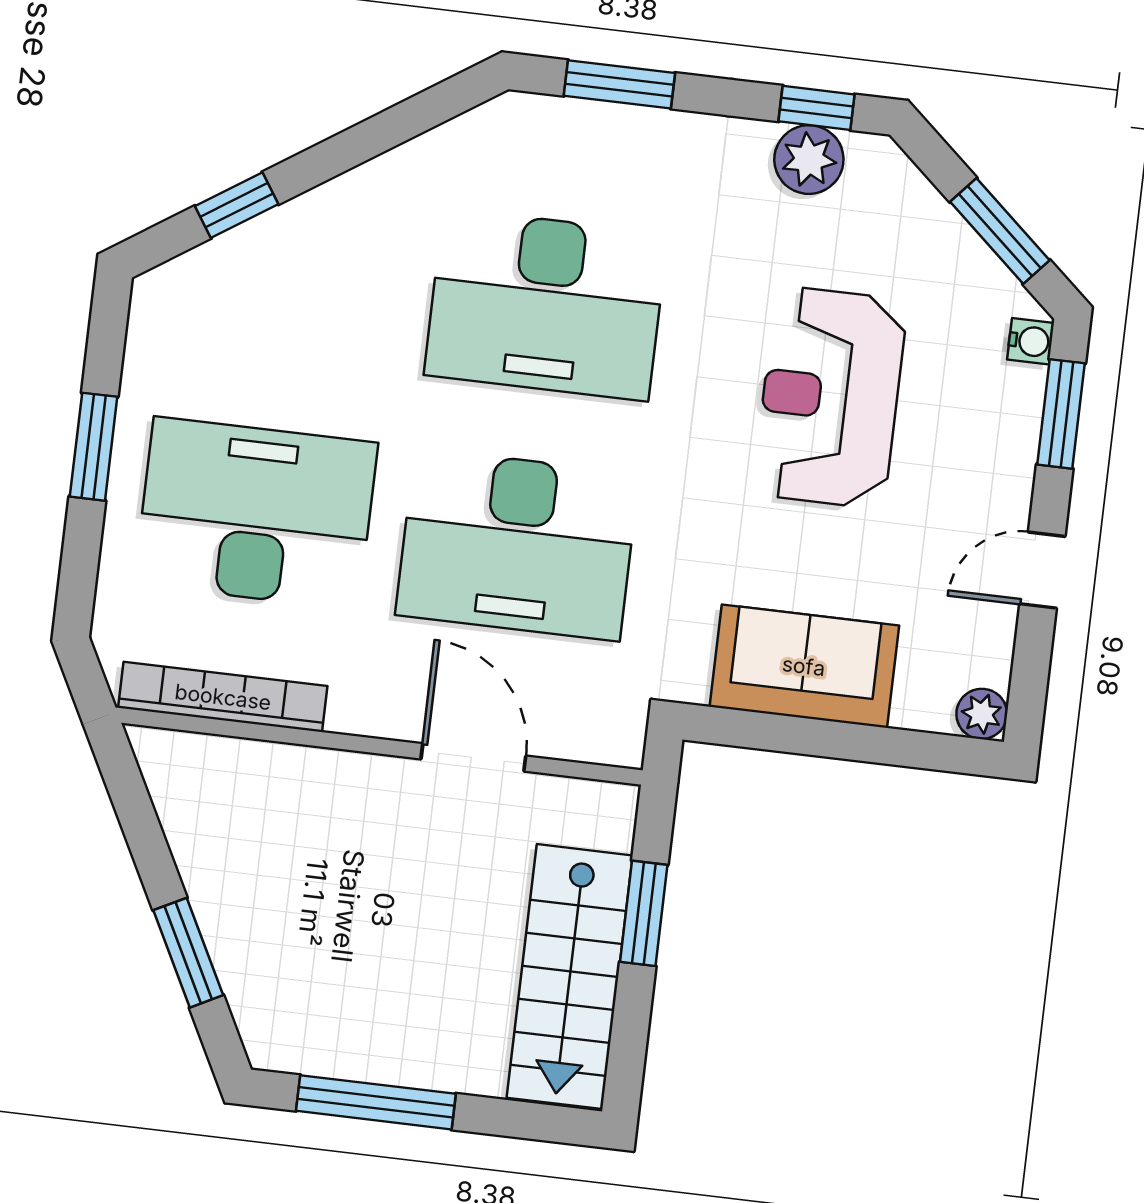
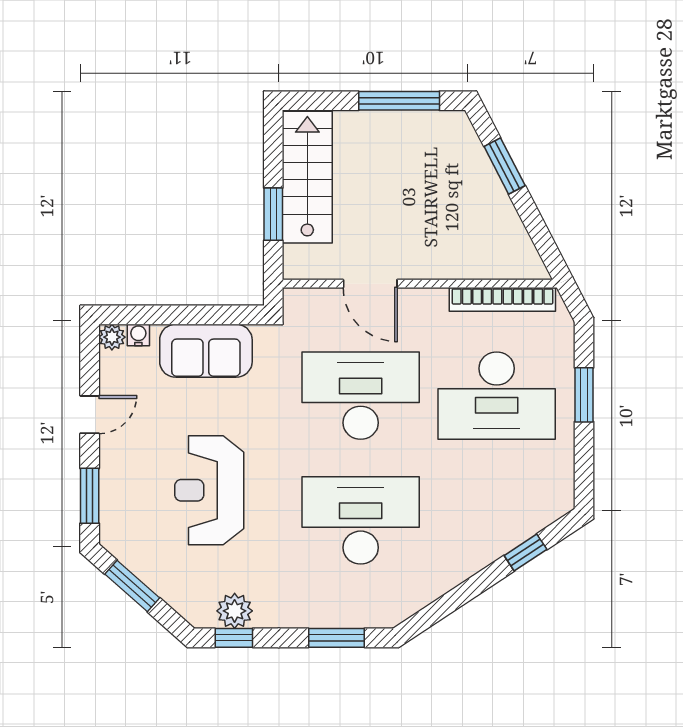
water cooler: (1031, 341) -> (138, 335), moved, turned 90
reception desk: (830, 397) -> (209, 490), turned 180
window: (94, 447) -> (584, 395), moved

